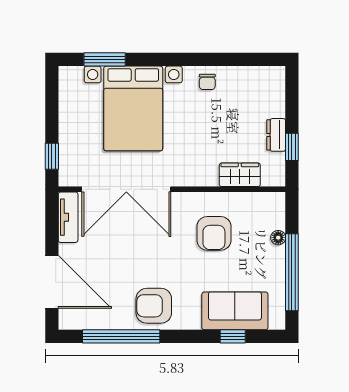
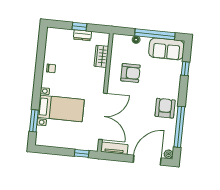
bed with nightstands: (133, 108) -> (61, 108), width x0.73
window: (292, 147) -> (79, 27), moved
armchair: (154, 306) -> (165, 108), turned 180
sofa: (235, 311) -> (166, 49), moved, turned -90
plant: (67, 321) -> (169, 154), added

